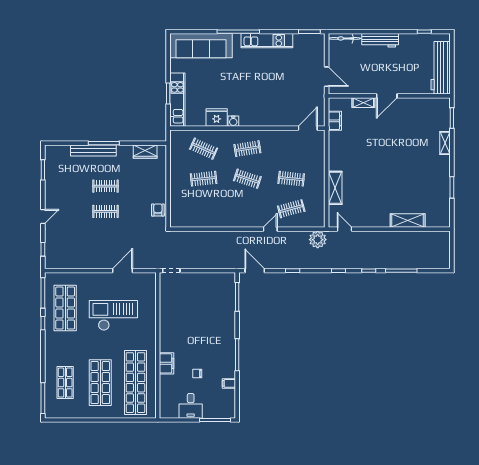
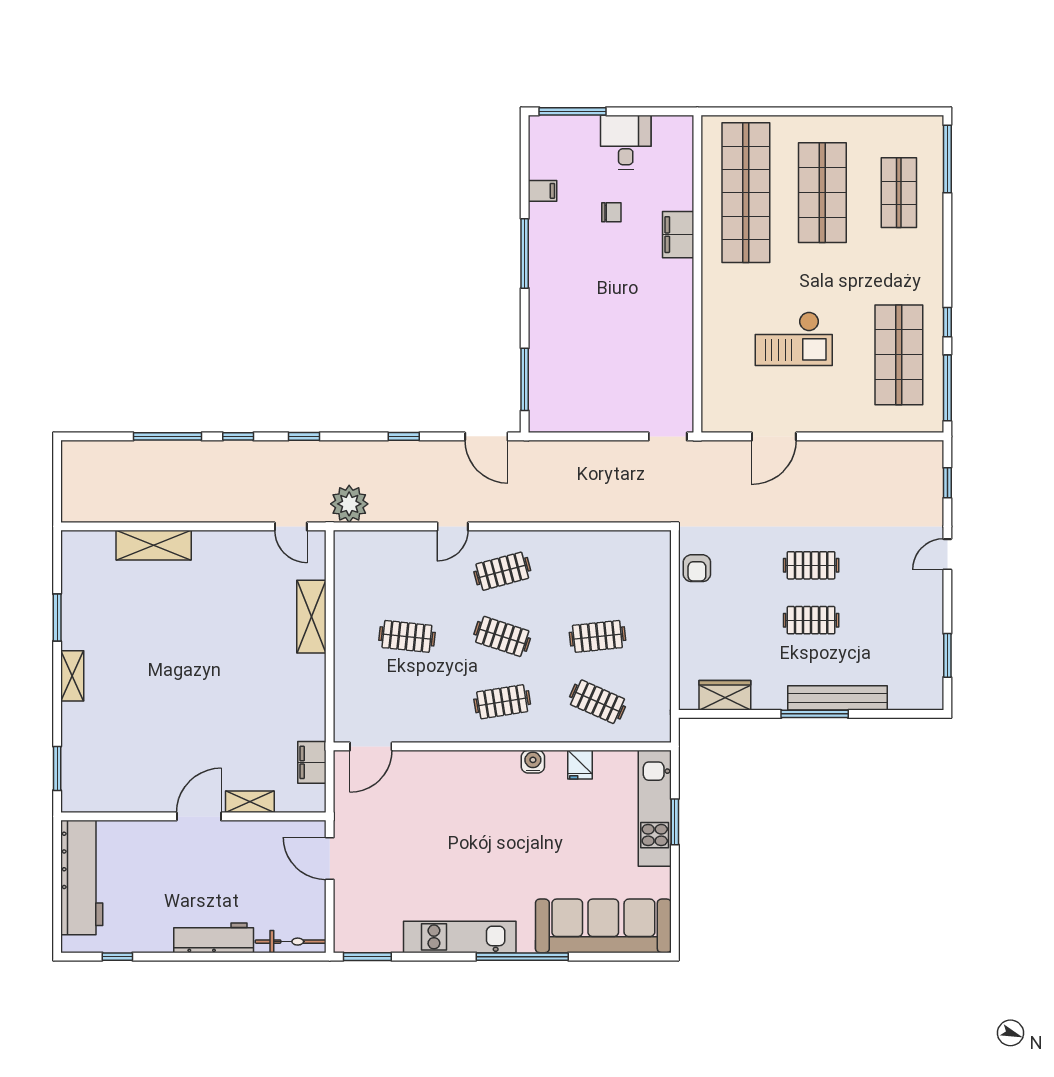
fridge: (217, 117) -> (580, 765), width x0.53, depth x0.75
shelving: (445, 143) -> (72, 676), moved
clothes rail: (291, 209) -> (502, 571), moved
checkout: (113, 315) -> (794, 339), width x0.73, depth x0.83

